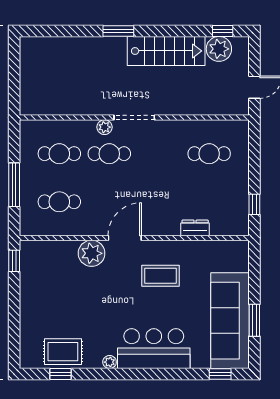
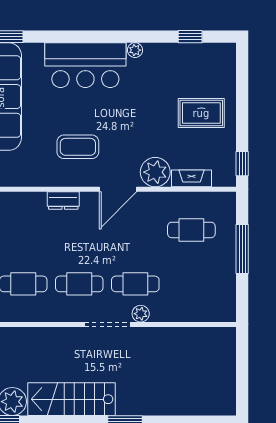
cafe table: (59, 154) -> (79, 284), moved
dresser: (195, 228) -> (63, 201), moved
fireplace: (59, 248) -> (191, 178), added
rug: (63, 352) -> (201, 113), moved

